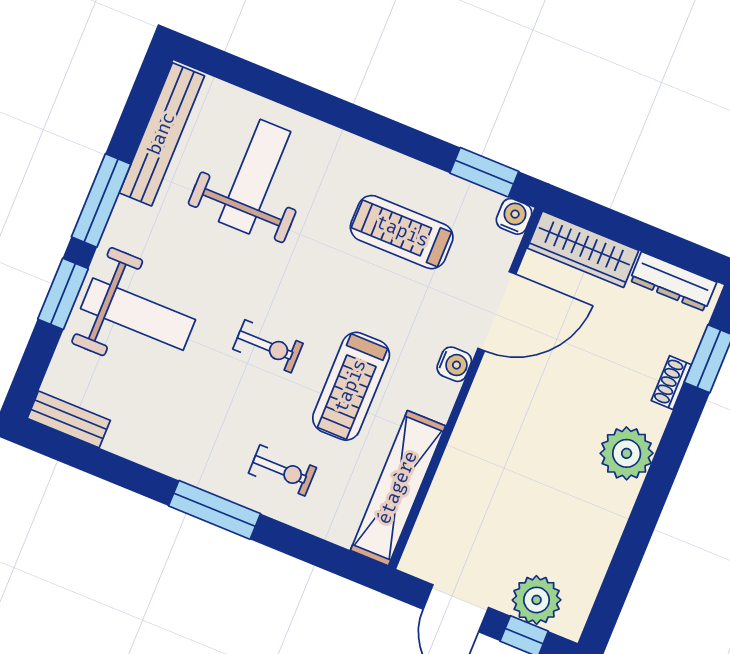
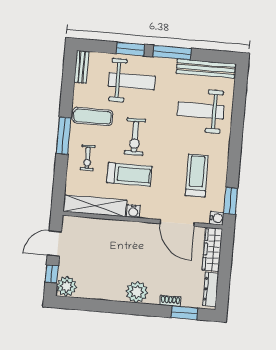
weight bench: (255, 177) -> (201, 110), turned 180
weight bench: (138, 314) -> (132, 81), turned -90
exercise bike: (268, 346) -> (135, 137), width x1.38, depth x1.39
water cooler: (454, 364) -> (133, 211), moved
treadmill: (351, 386) -> (129, 175), turned 180
exercise mat: (191, 429) -> (93, 116), added
plant: (537, 600) -> (67, 286), moved

